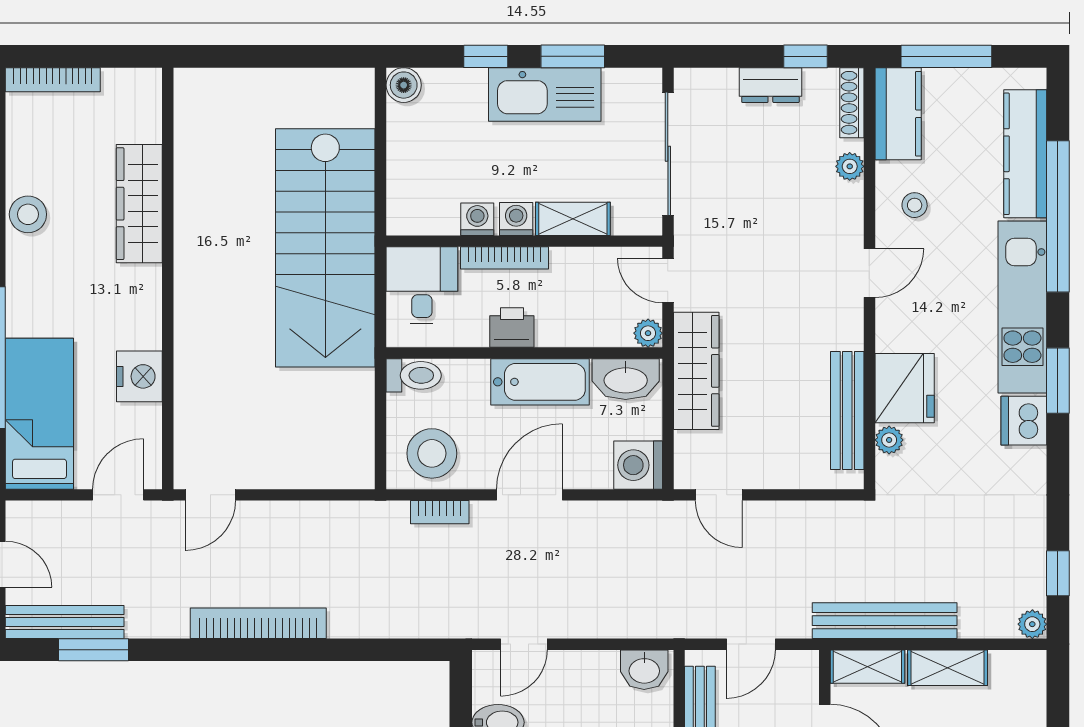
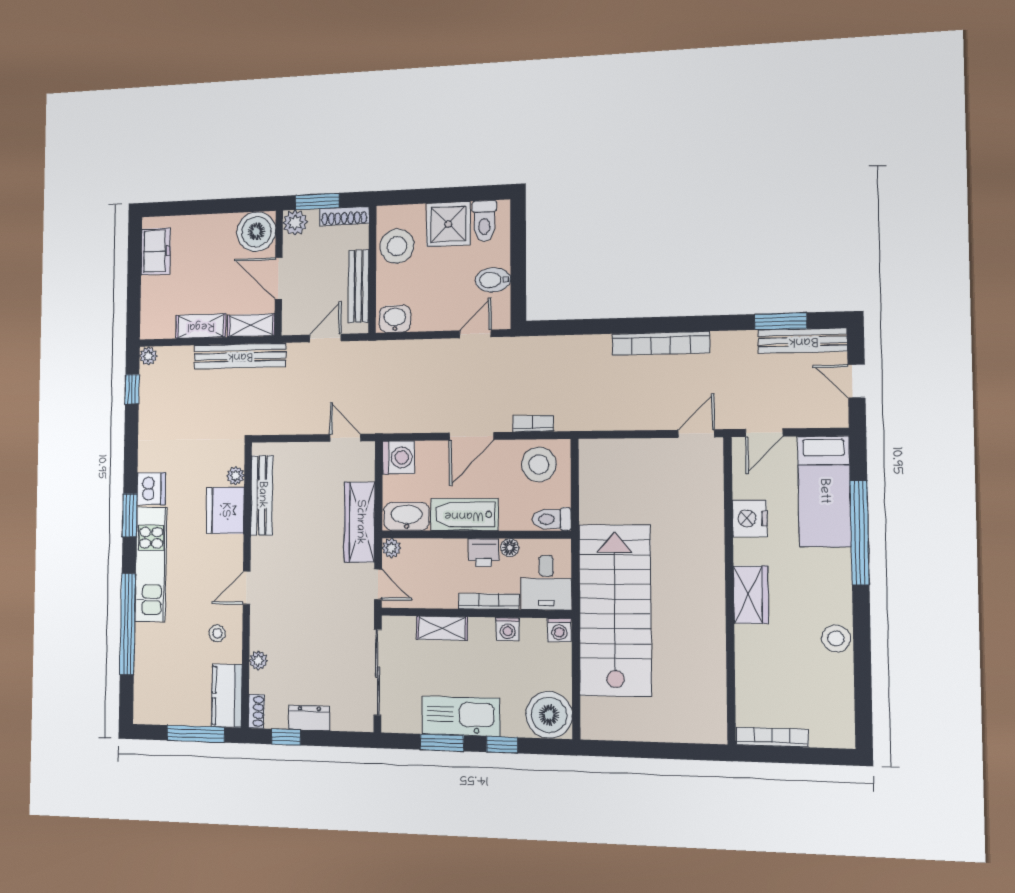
bookcase: (53, 80) -> (772, 737), moved
boiler: (404, 85) -> (549, 715), width x1.86, depth x1.86
shoe rack: (852, 103) -> (256, 711), width x0.70
kitchen counter: (1025, 154) -> (147, 666), removed
wardrobe: (139, 204) -> (751, 595), moved, width x0.67
washing machine: (516, 219) -> (559, 630), moved
floor lamp: (474, 335) -> (510, 548), added

